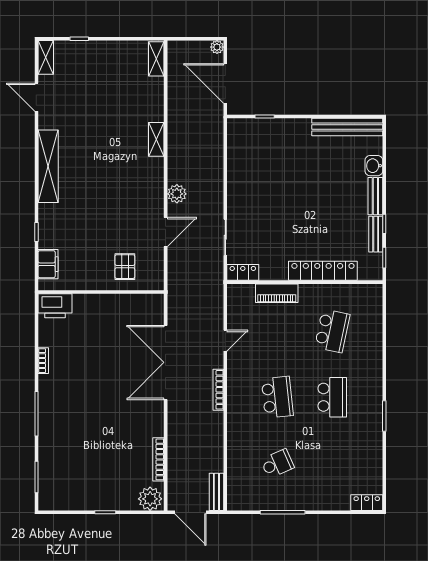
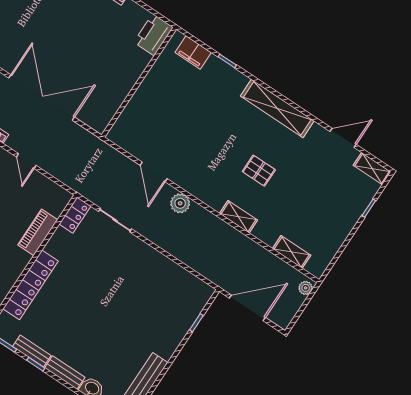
plant: (217, 47) -> (306, 288), moved
shelving: (156, 59) -> (292, 252), moved
pallet: (125, 267) -> (259, 171), moved

